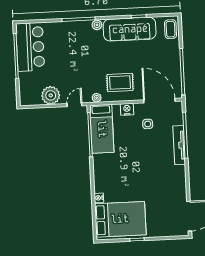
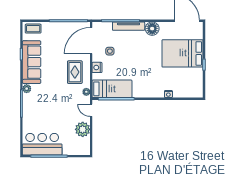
floor lamp: (178, 174) -> (152, 29), added
bed: (120, 219) -> (183, 53), moved, turned -90

